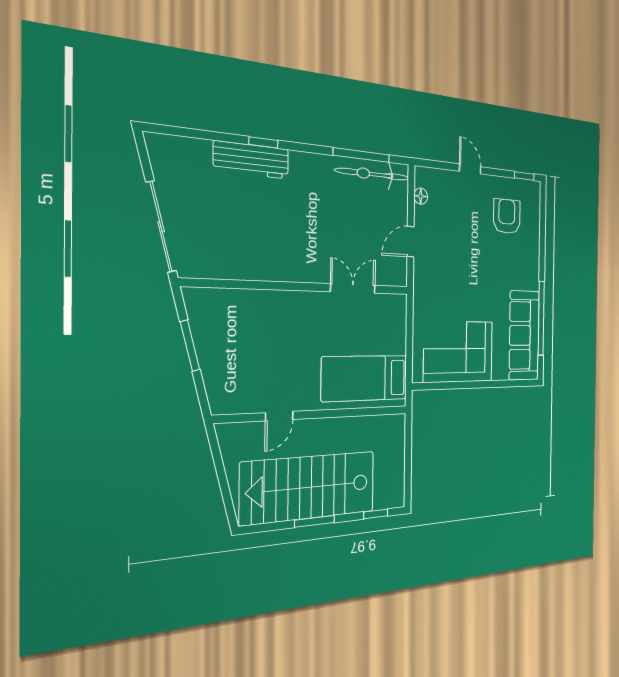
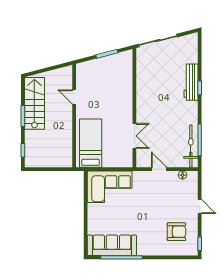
door: (470, 169) -> (200, 206), hinge flipped
corner sofa: (458, 352) -> (110, 187), moved, turned 90
stairs: (309, 487) -> (34, 103), width x0.73, depth x0.66

